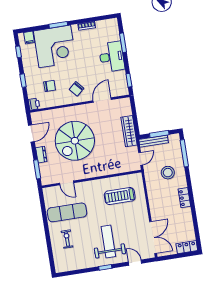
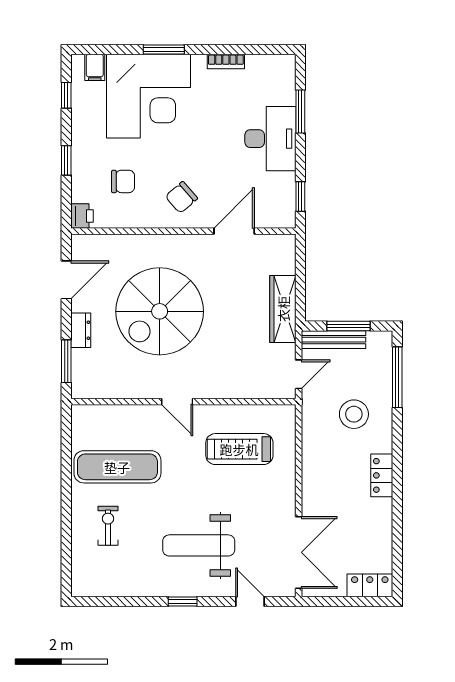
door: (67, 183) -> (177, 402), moved
weight bench: (108, 241) -> (199, 545), turned -90

